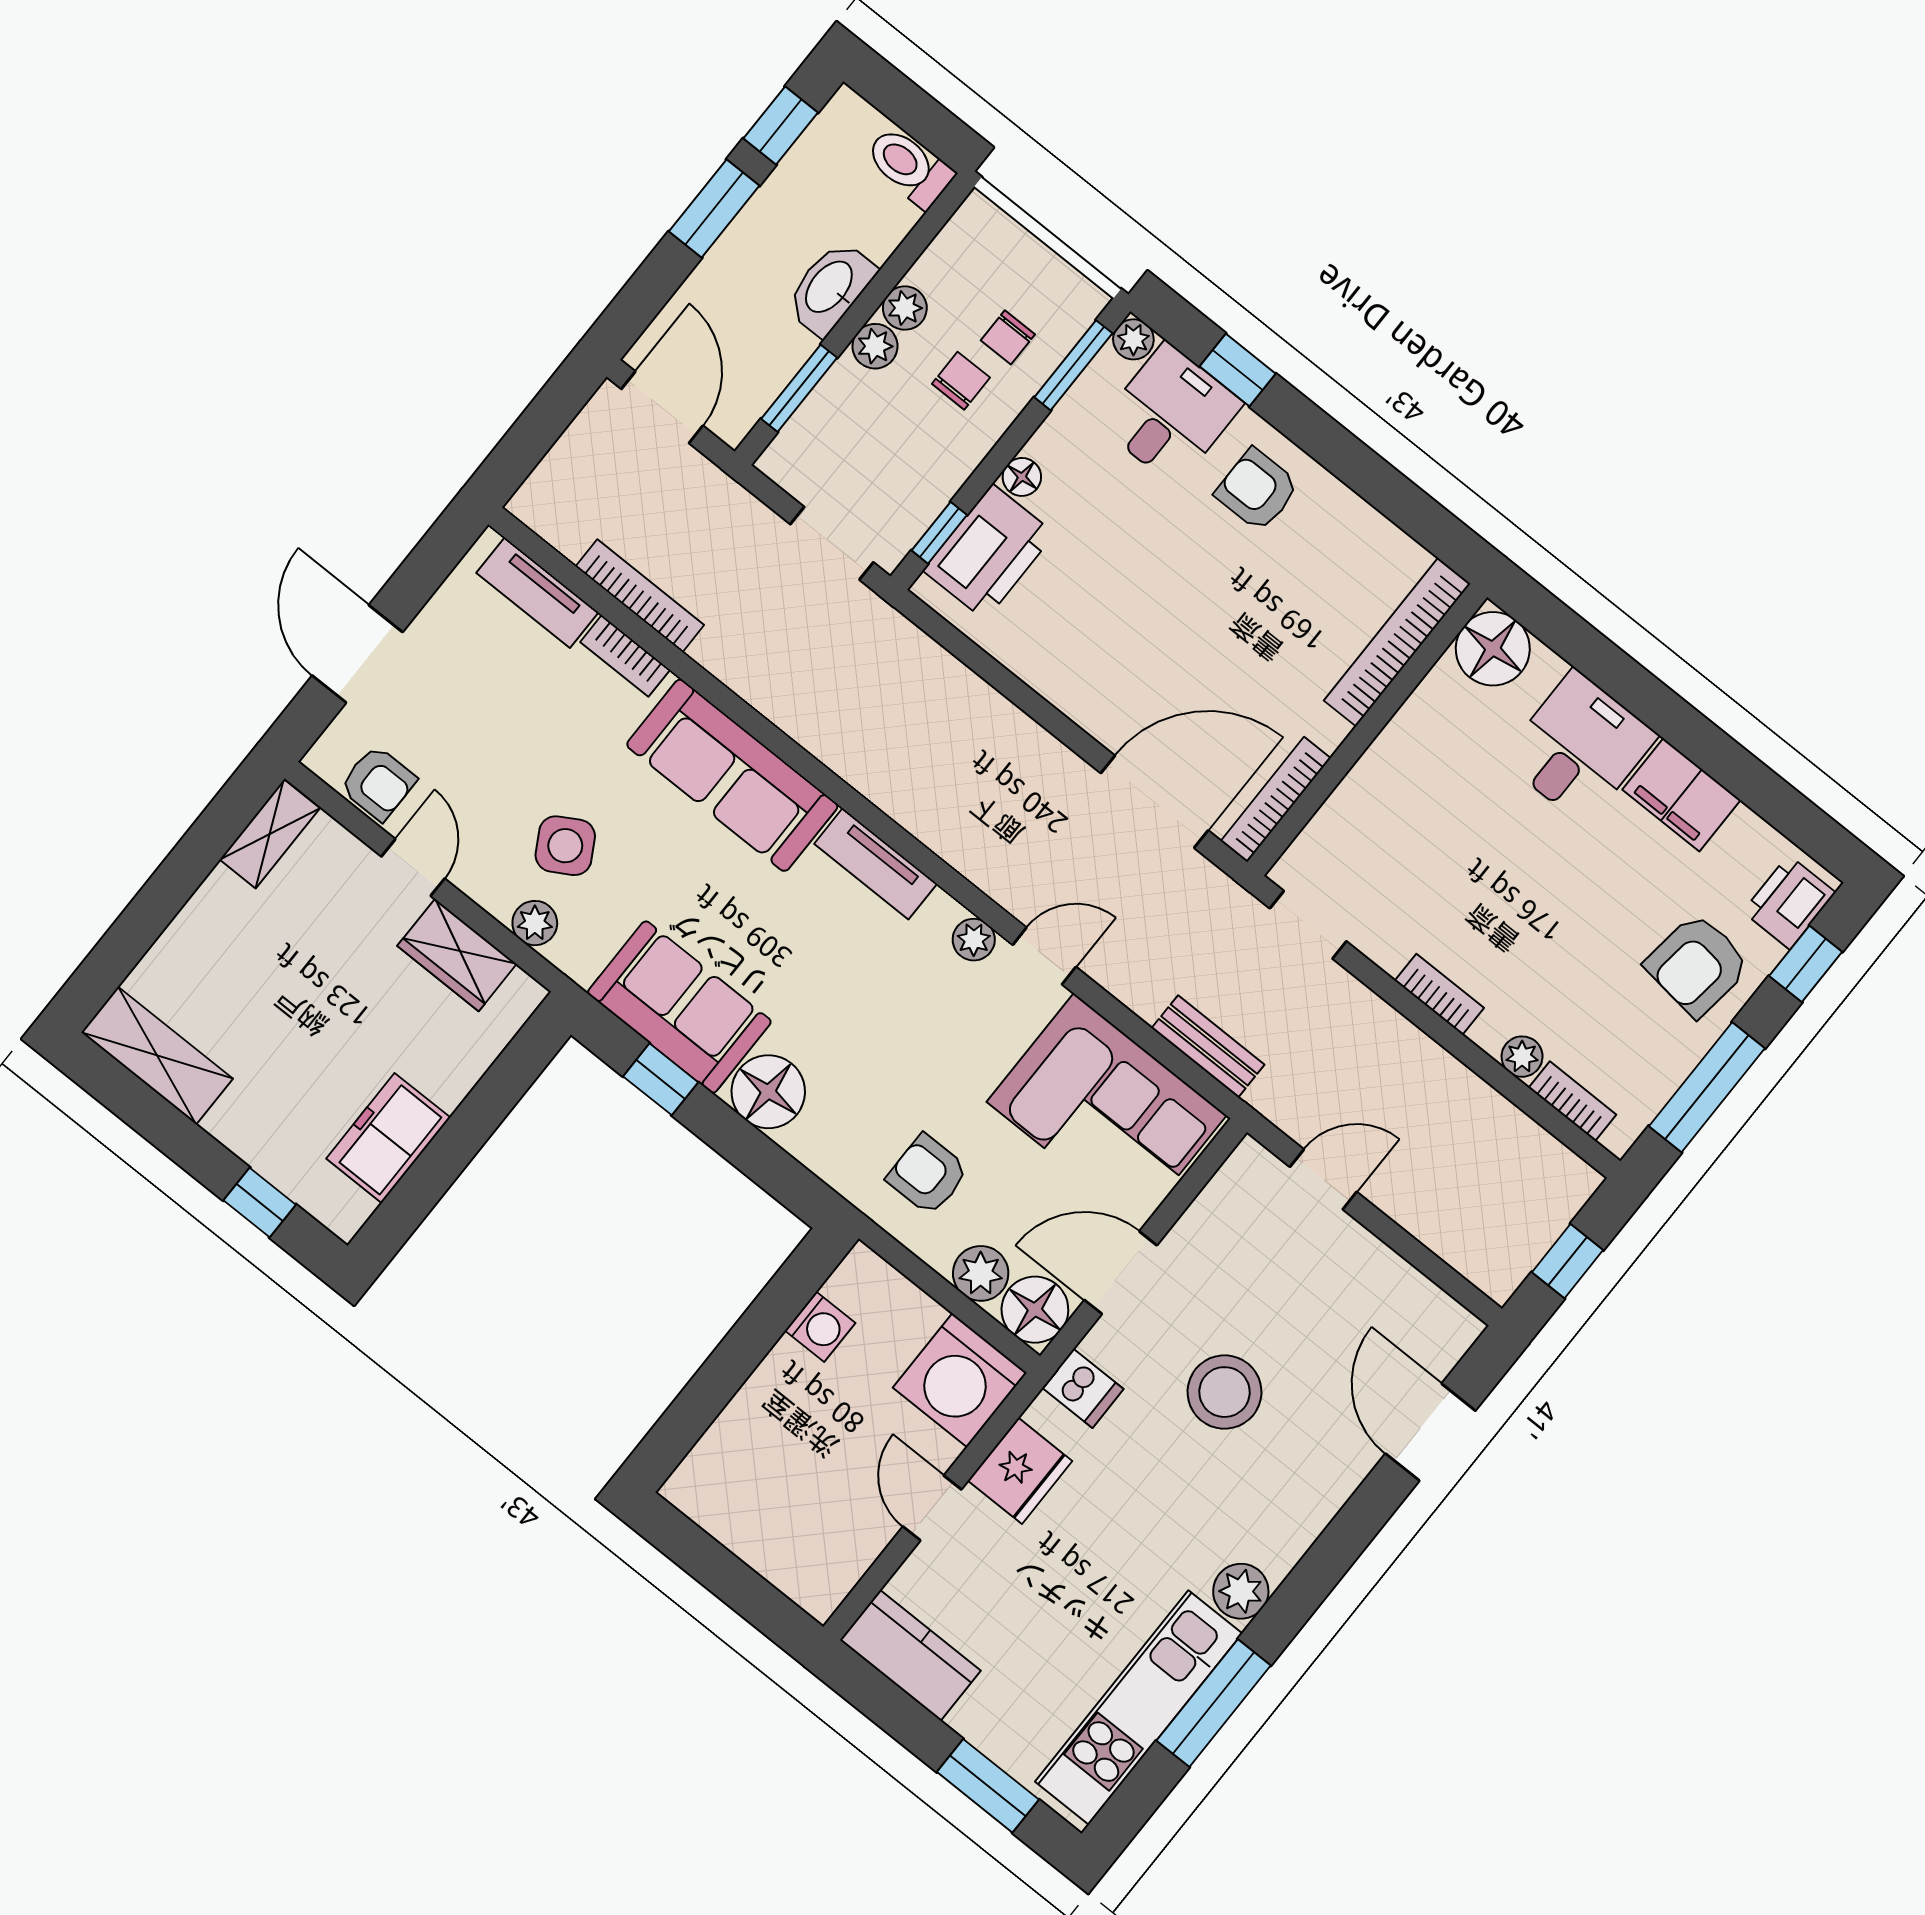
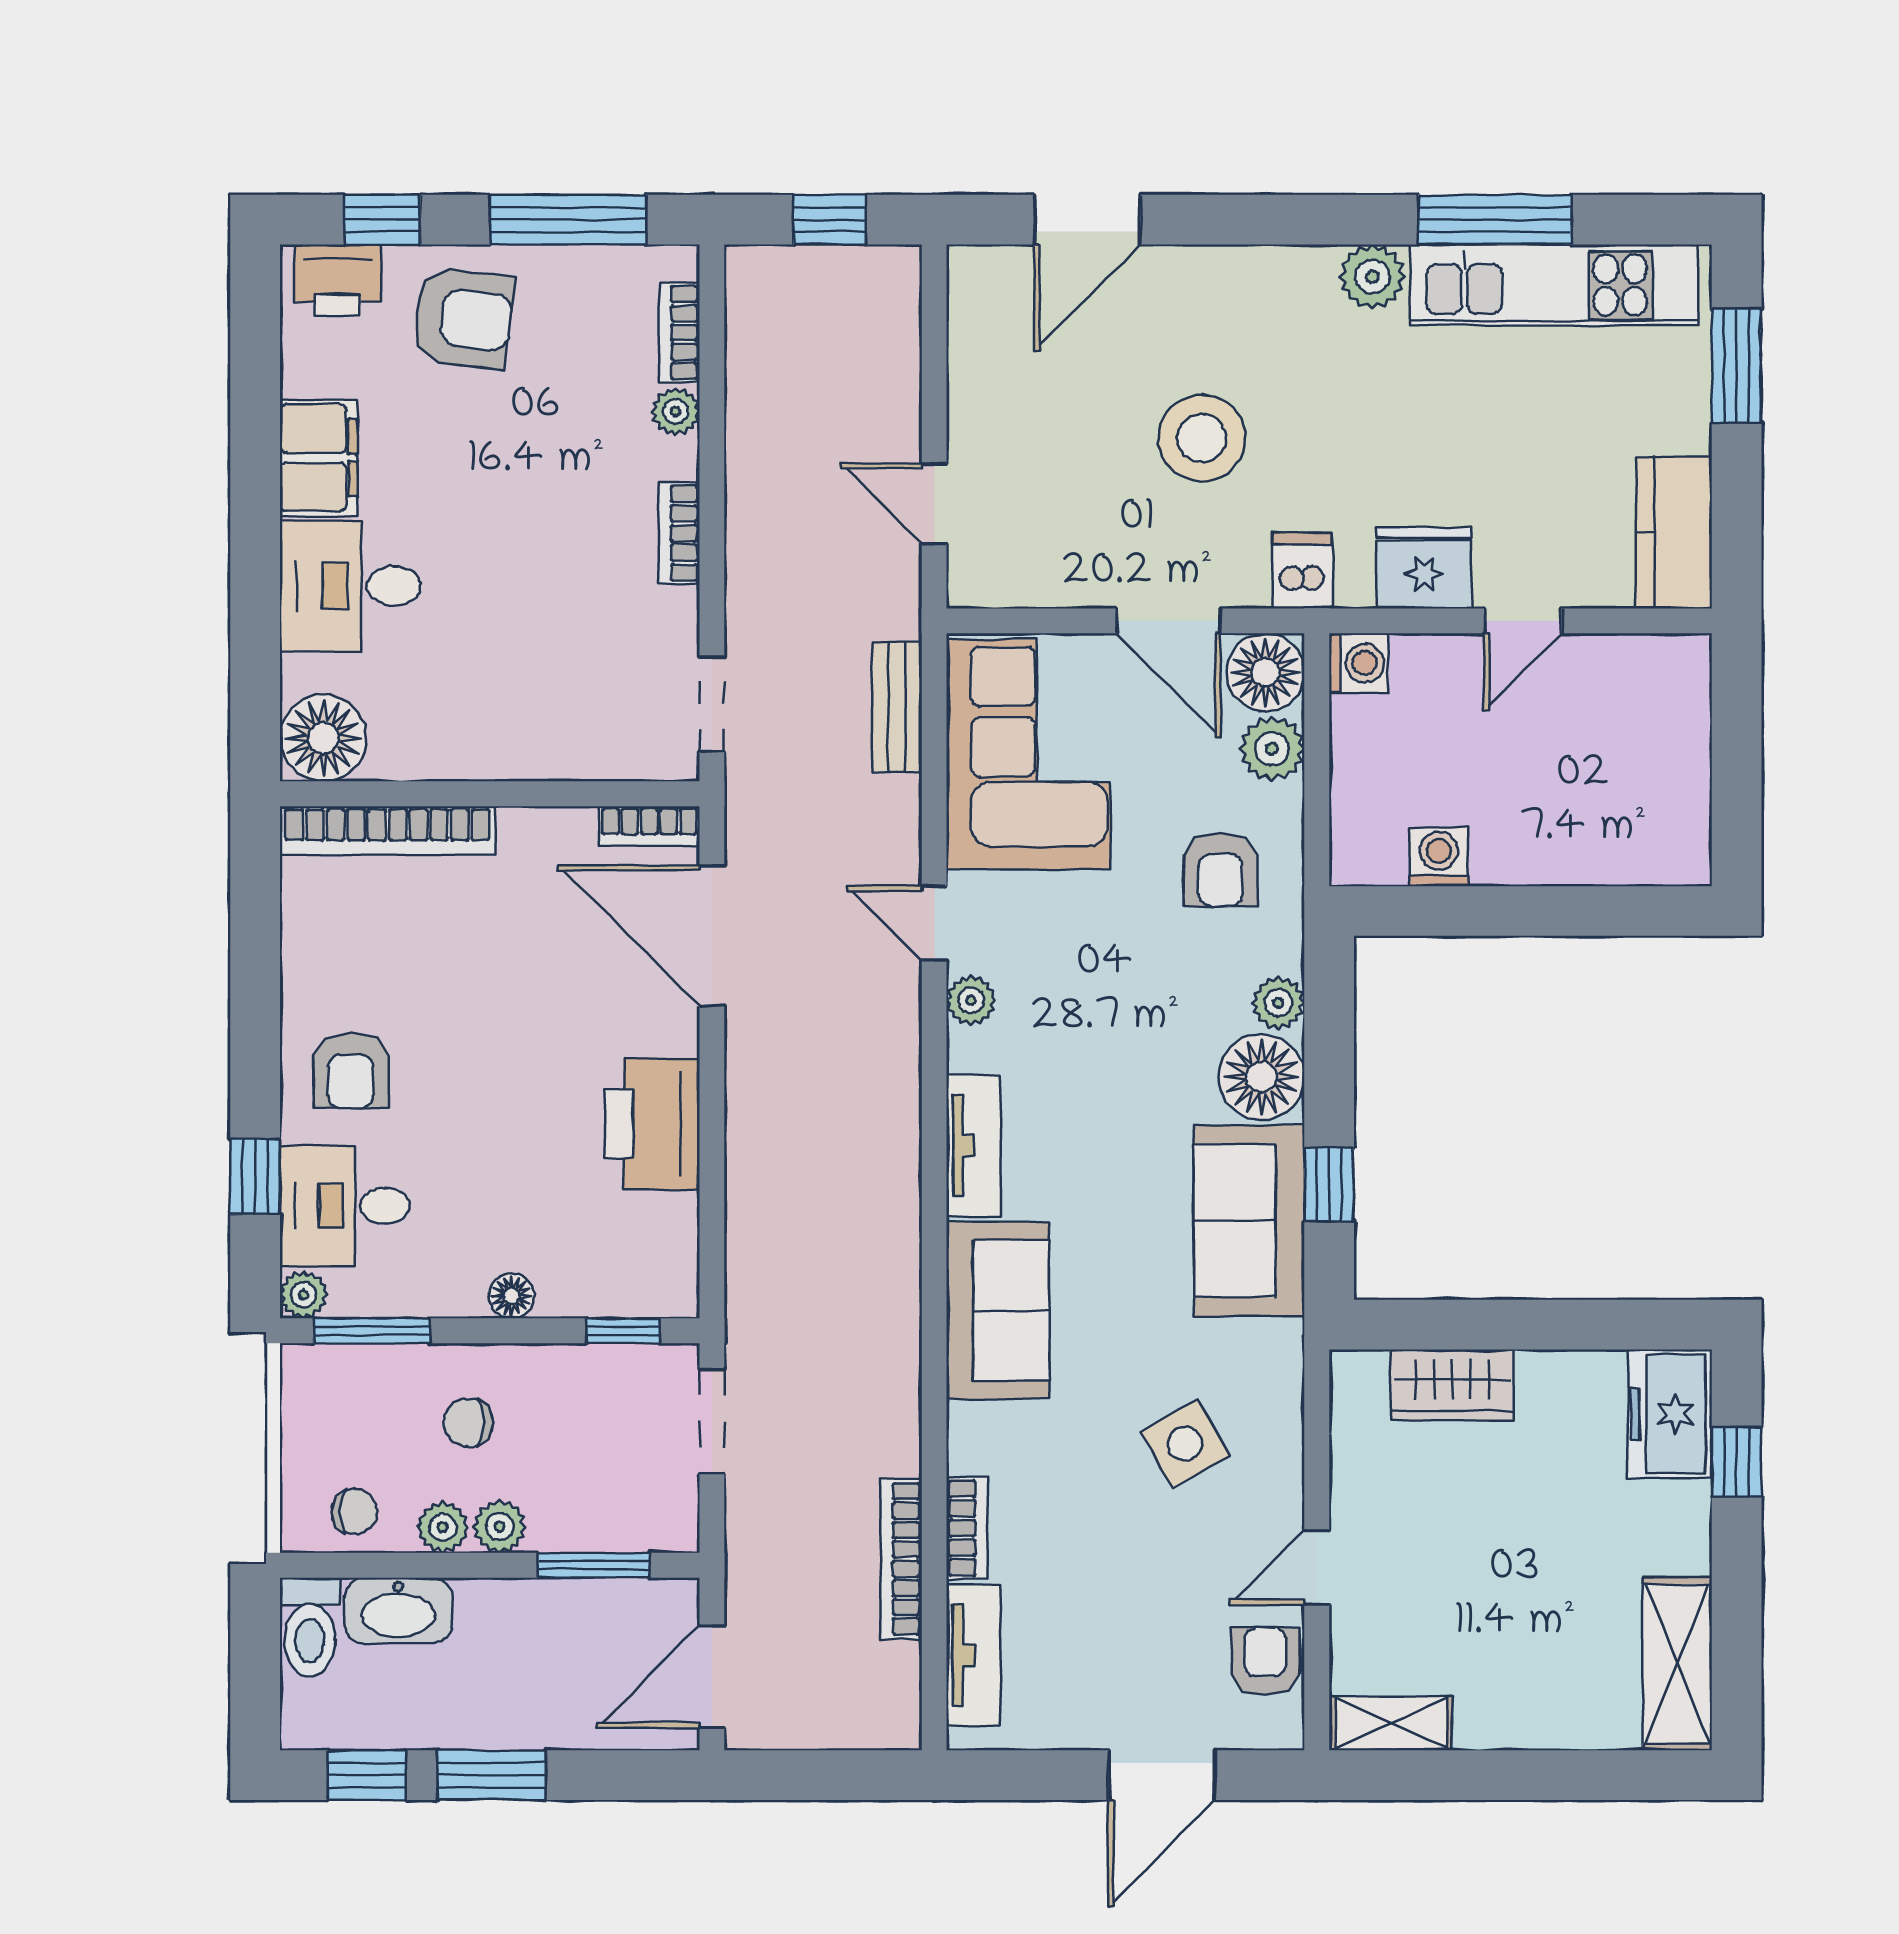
washbasin: (830, 288) -> (398, 1611), moved
chair: (1008, 337) -> (354, 1512), moved
printer: (989, 552) -> (652, 1124), moved, turned -90
sofa: (732, 775) -> (998, 1310), width x0.73
bookcase: (1276, 800) -> (649, 826), width x0.64
plant: (535, 923) -> (1278, 1003), moved
wardrobe: (457, 955) -> (1452, 1385), moved, turned 90
freezer: (388, 1138) -> (1670, 1414), moved, turned 90
washing machine: (960, 1380) -> (1359, 663), width x0.53, depth x0.53

